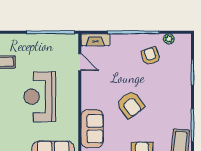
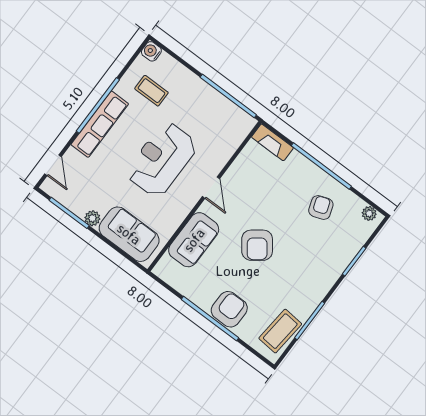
plant: (169, 39) -> (369, 213), moved
door: (80, 62) -> (211, 188), moved

